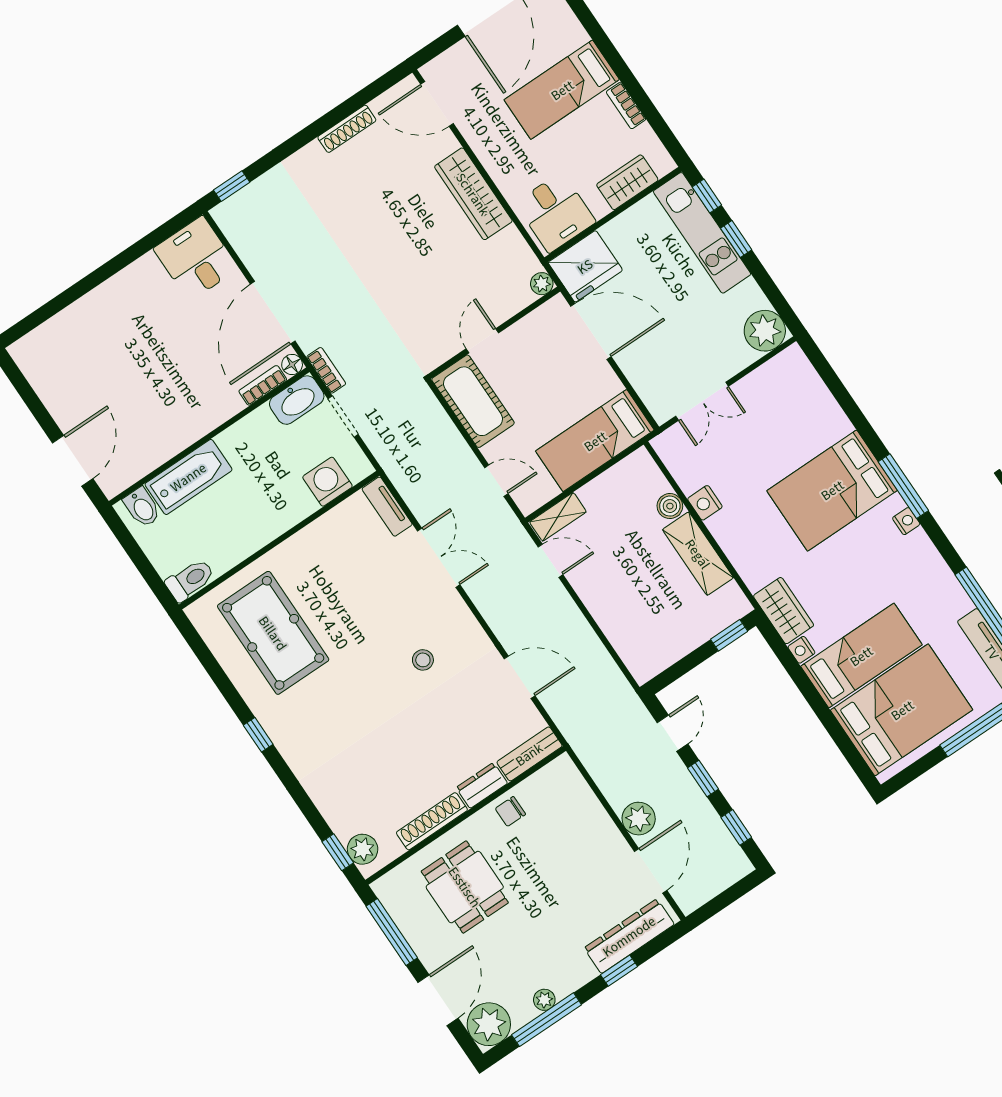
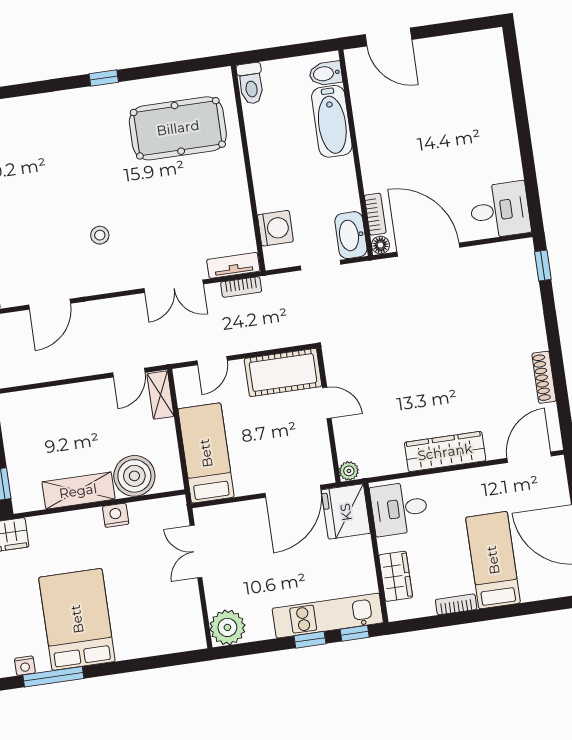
bookcase: (326, 370) -> (241, 287), moved
boiler: (670, 506) -> (134, 476), width x1.86, depth x1.86

